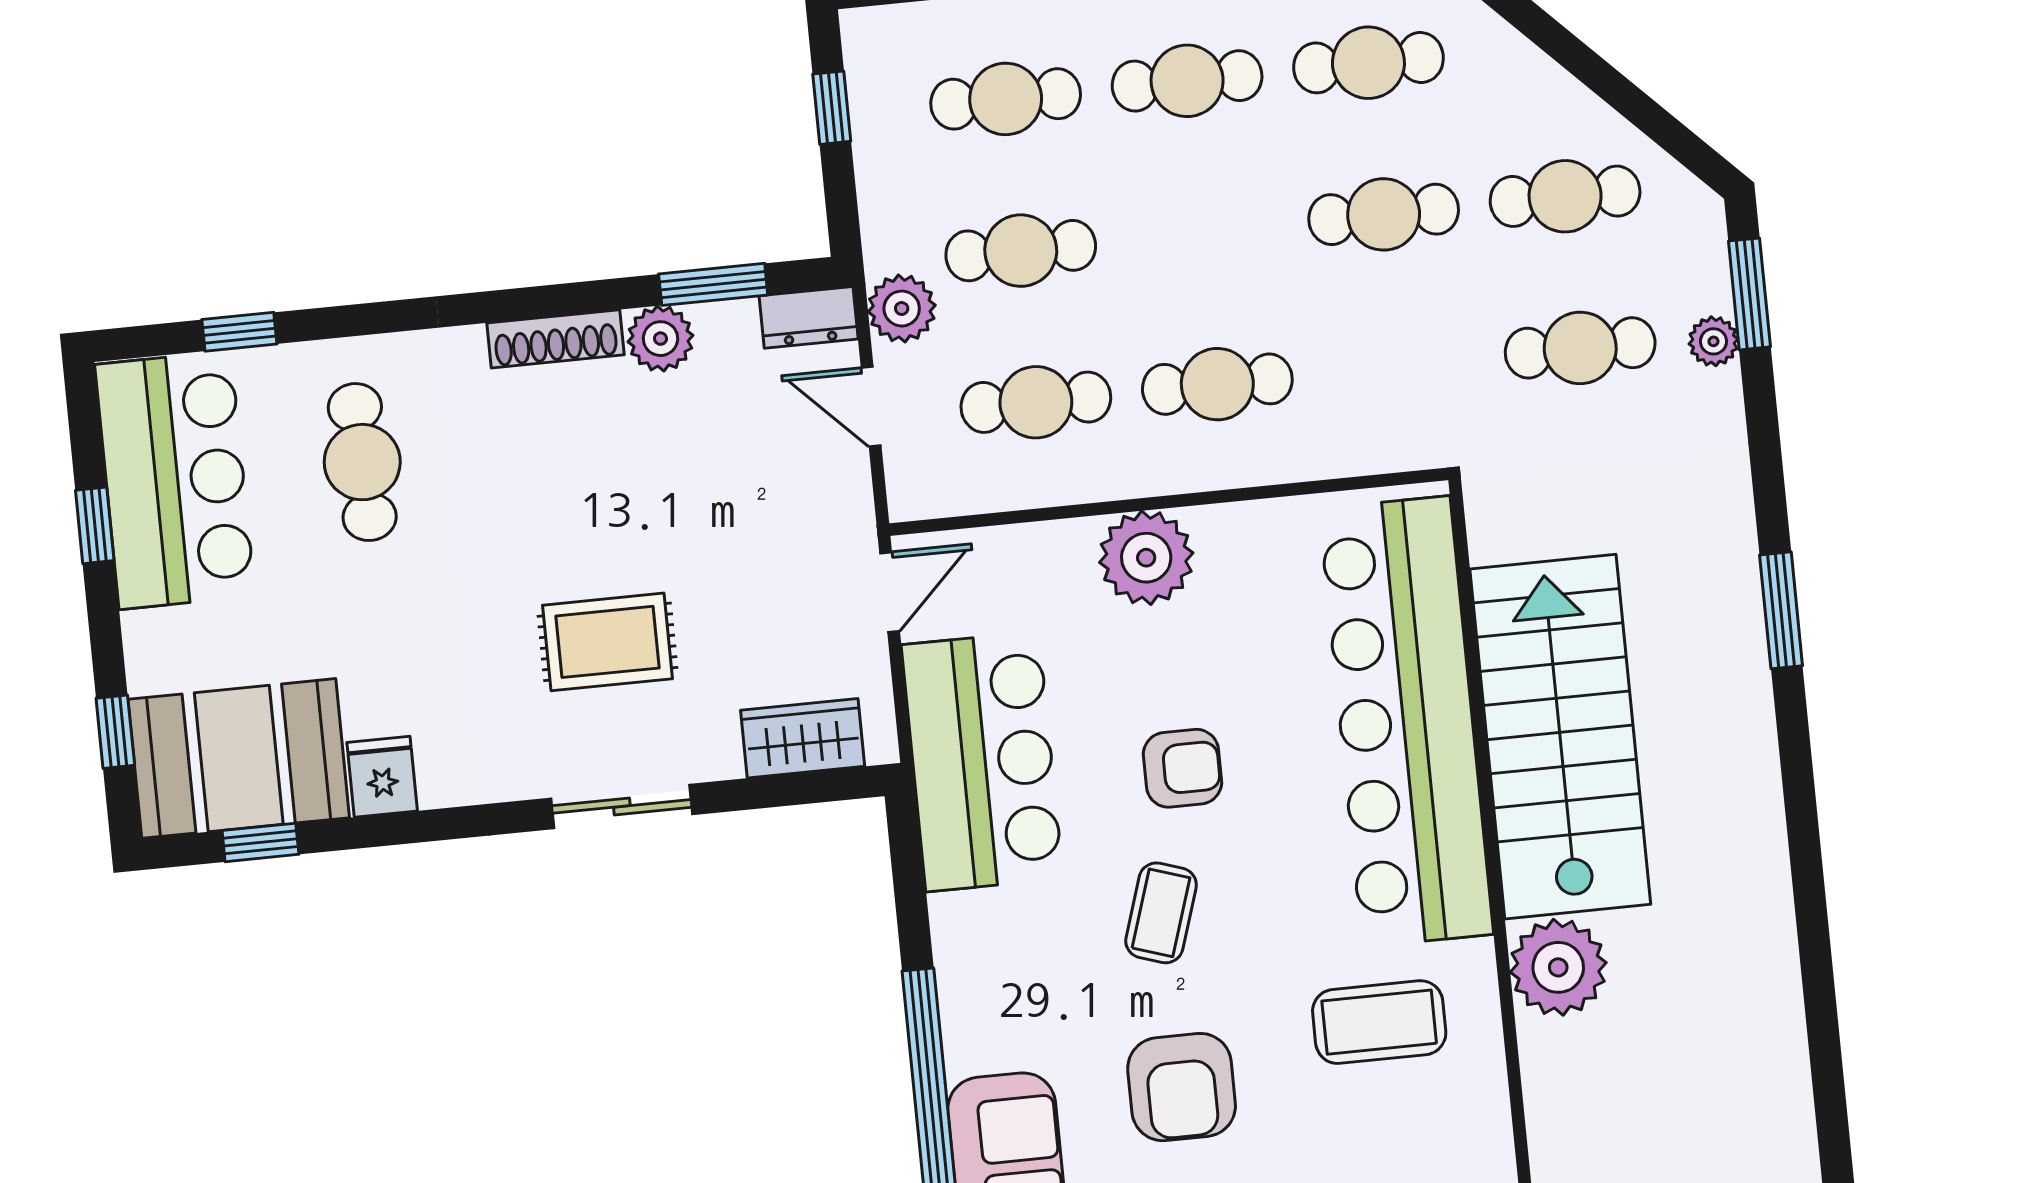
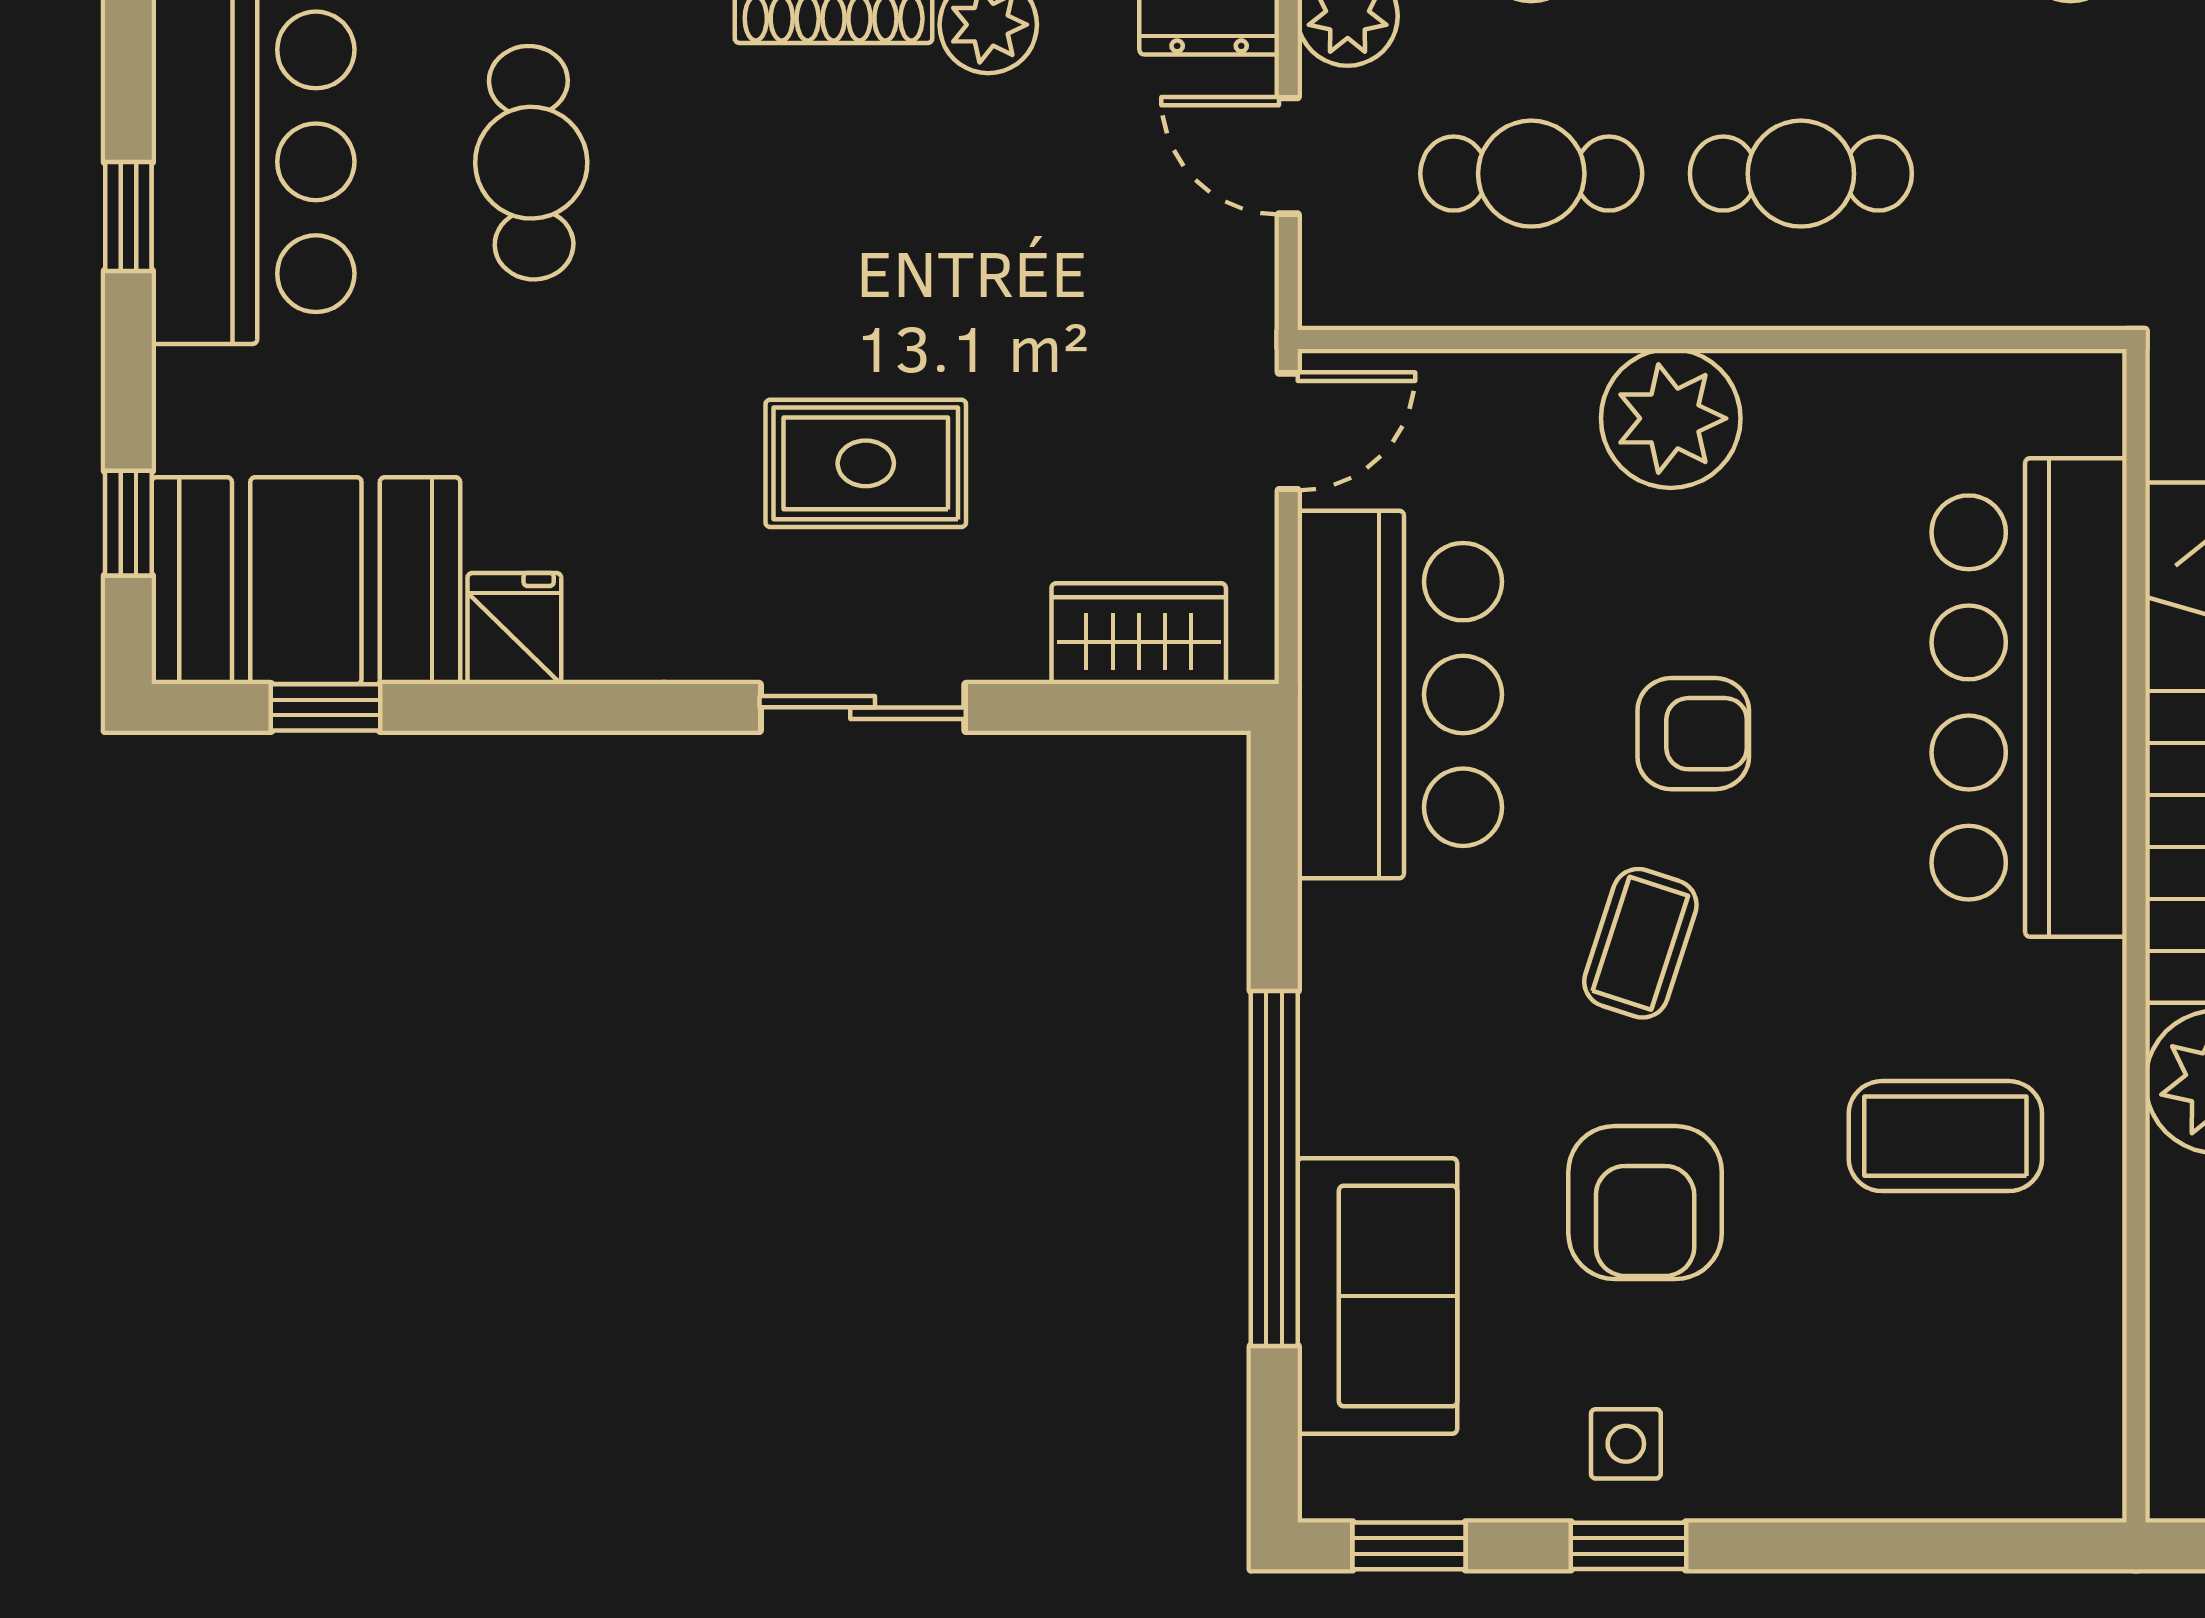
bar counter: (1406, 721) -> (2029, 697), width x0.73

